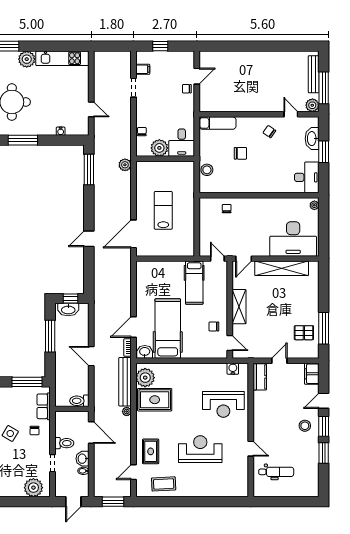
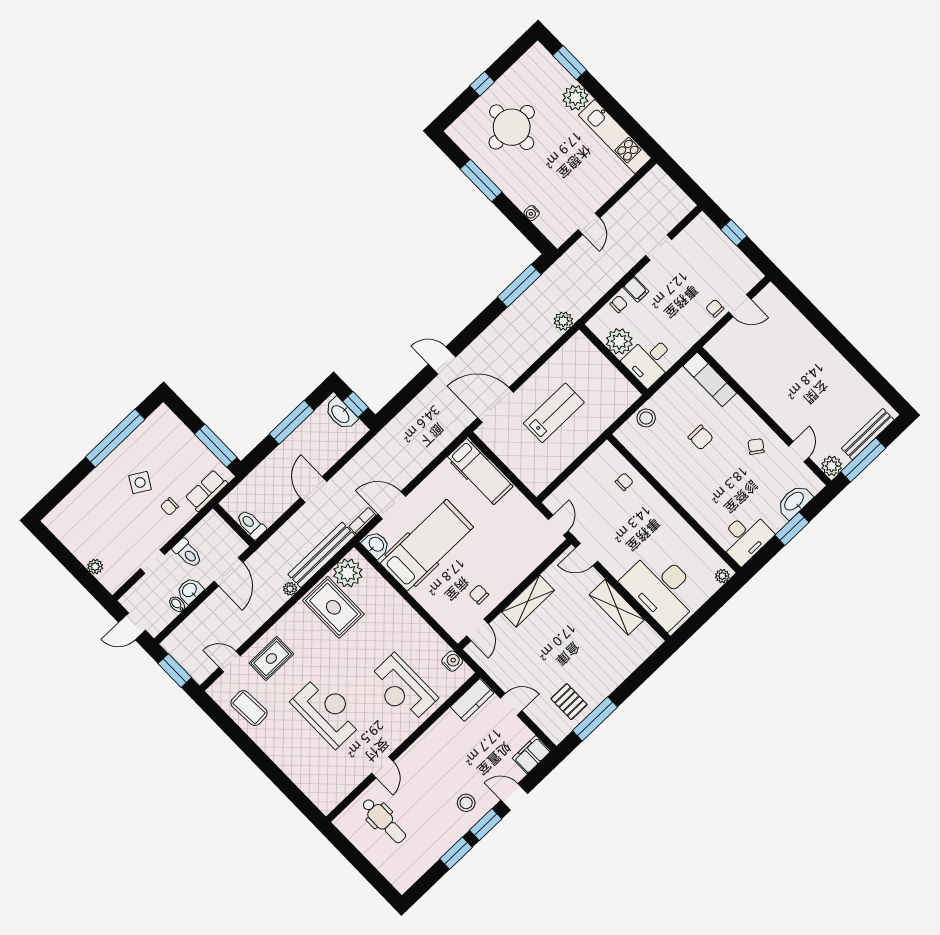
filing cabinet: (143, 69) -> (636, 289), moved
shelving: (282, 268) -> (617, 607), width x0.68
hospital bed: (194, 283) -> (480, 471), moved, turned -90
plant: (33, 488) -> (95, 567), width x0.53, depth x0.53

